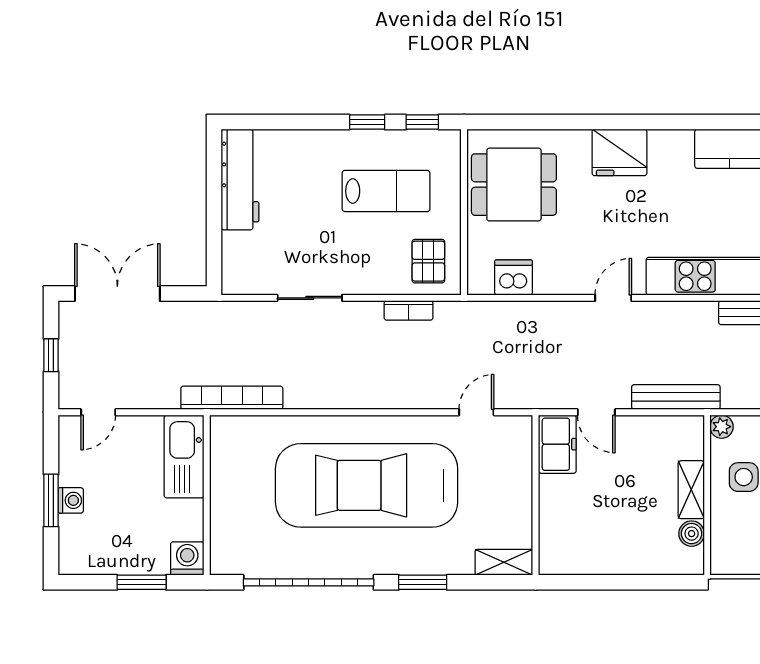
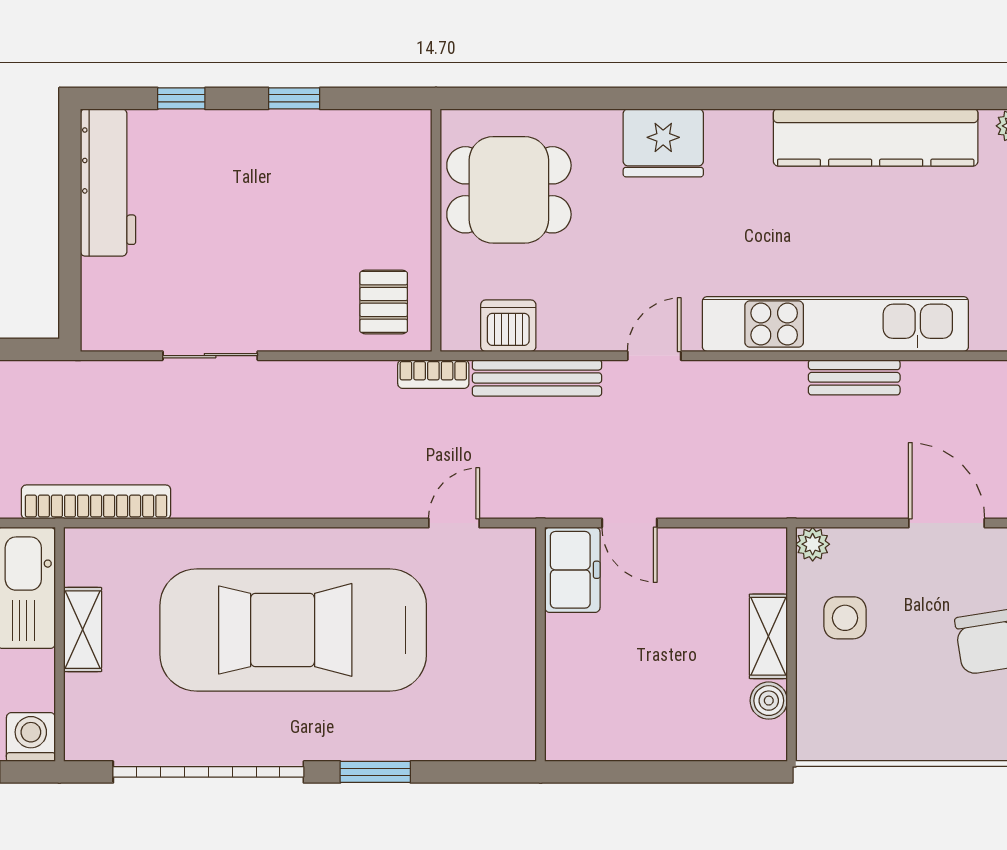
window: (422, 122) -> (181, 98), moved
lab bench: (386, 191) -> (322, 199), removed
bookcase: (408, 310) -> (433, 374), moved
bench: (676, 397) -> (537, 378), moved
shelving: (504, 562) -> (83, 630), moved, turned 90

